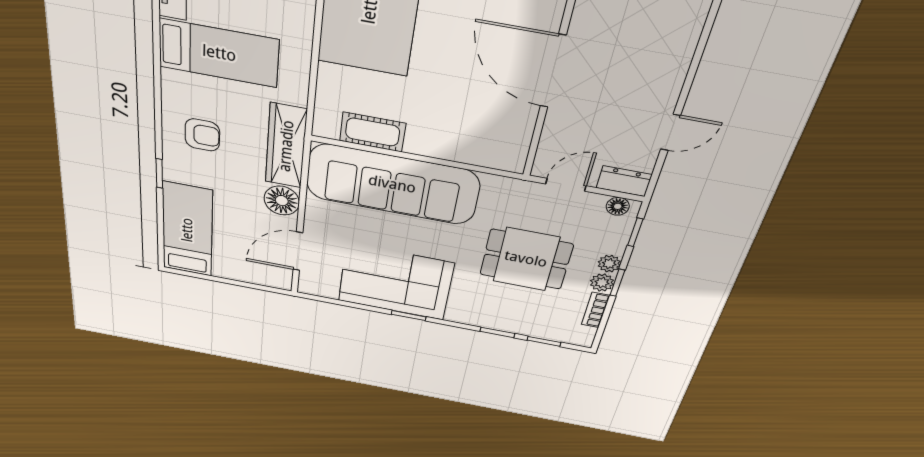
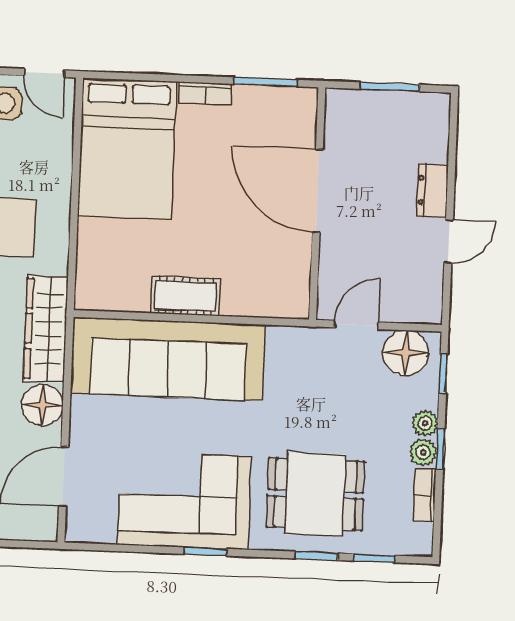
cot: (373, 132) -> (185, 296), moved
dresser: (624, 181) -> (432, 190), moved, turned -90
floor lamp: (618, 206) -> (406, 353), width x1.89, depth x1.89
dining table: (526, 259) -> (315, 494), moved

